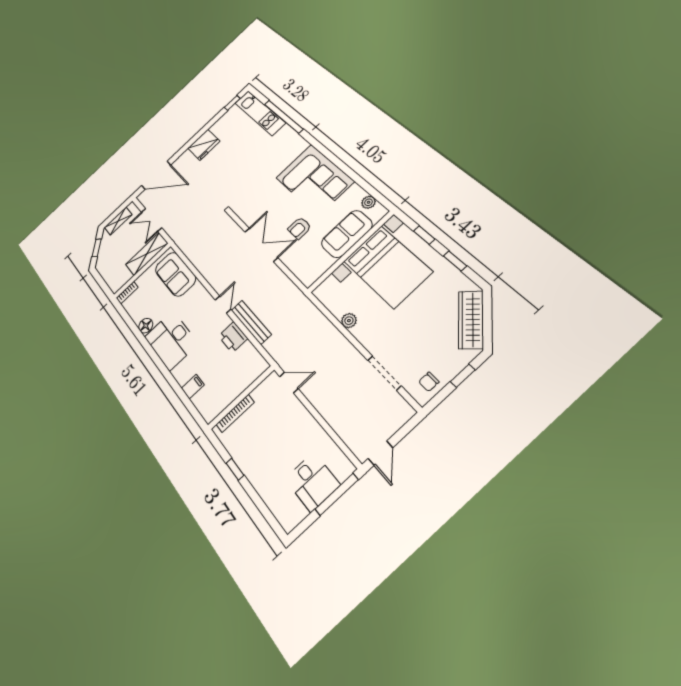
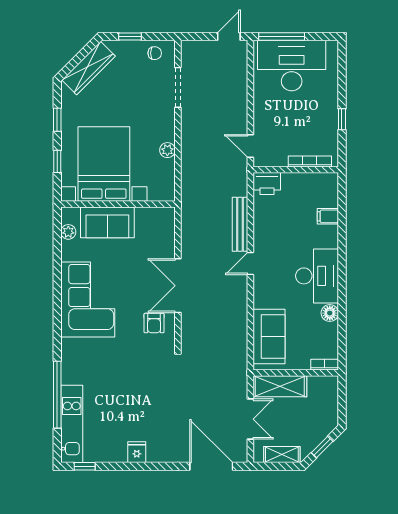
fridge: (204, 145) -> (137, 452), width x0.53, depth x0.75
armchair: (300, 228) -> (154, 323), moved, turned 90
printer: (233, 337) -> (267, 183), moved, turned 90
desk: (312, 482) -> (292, 66), width x1.87, depth x1.30

